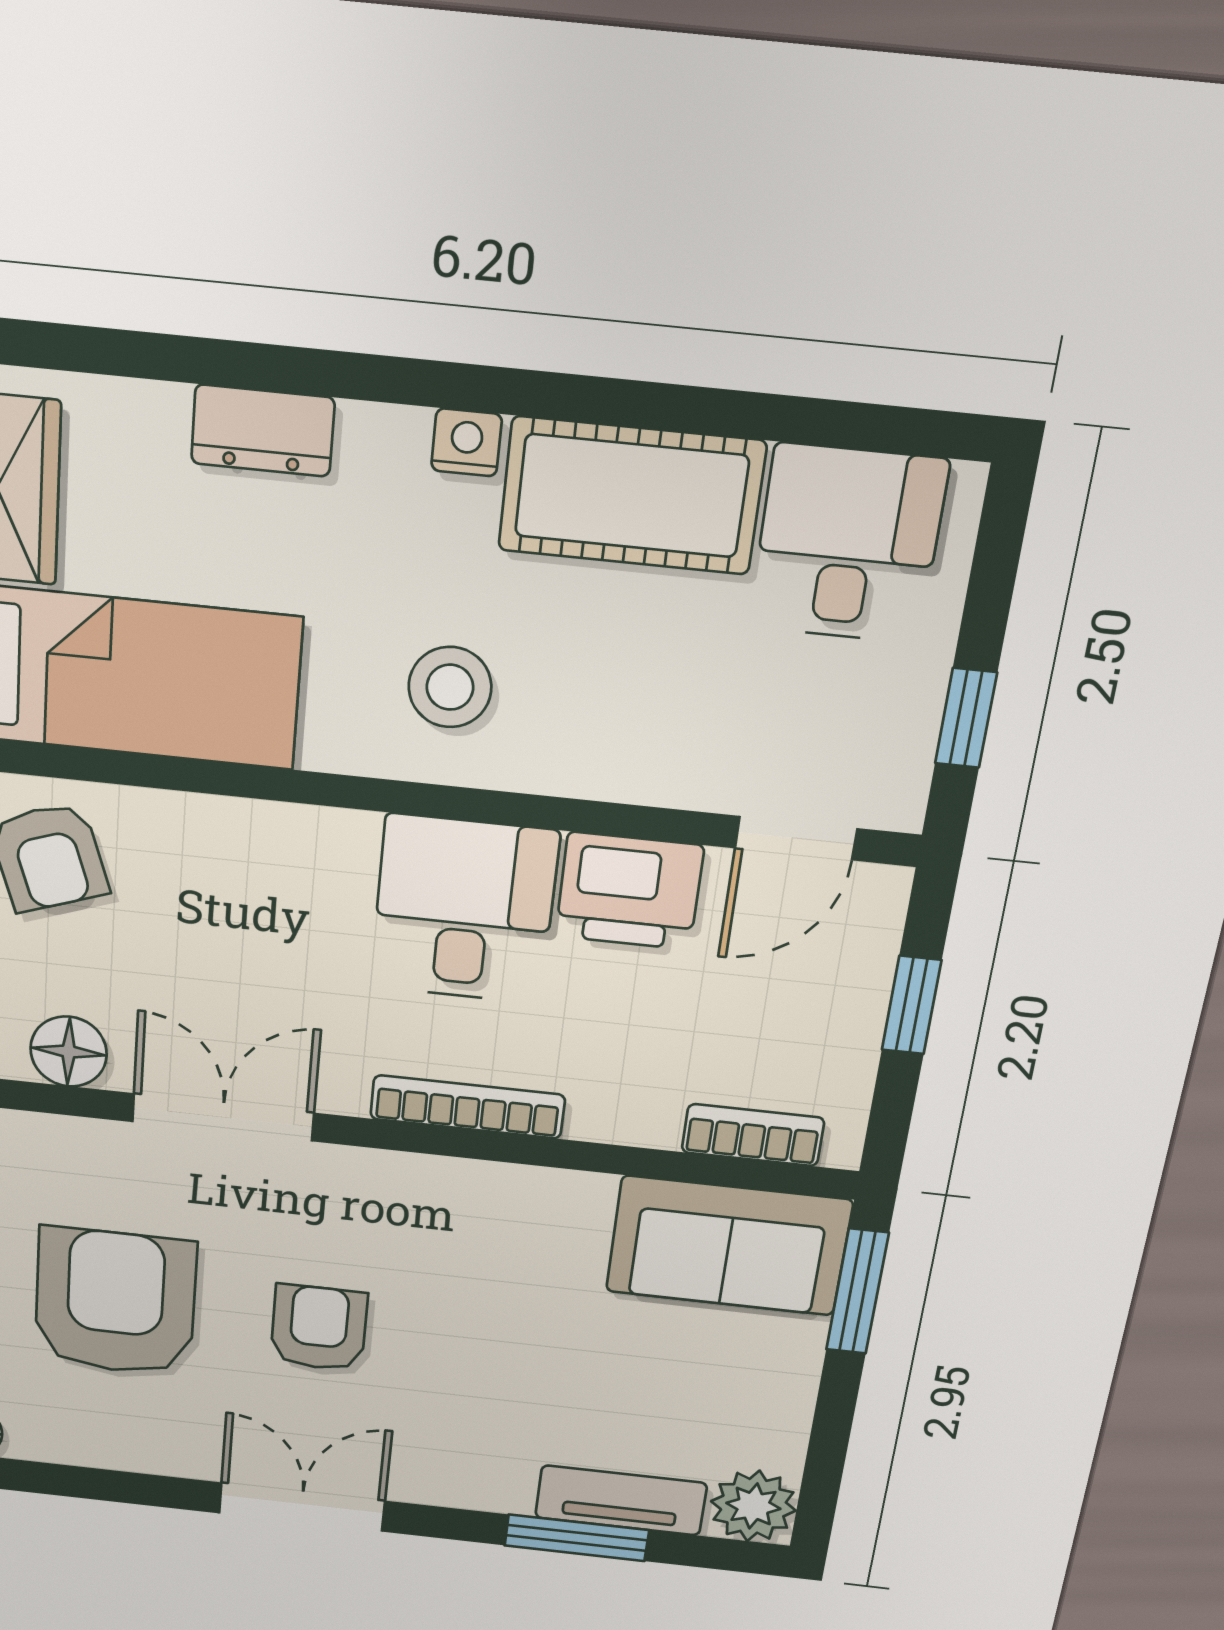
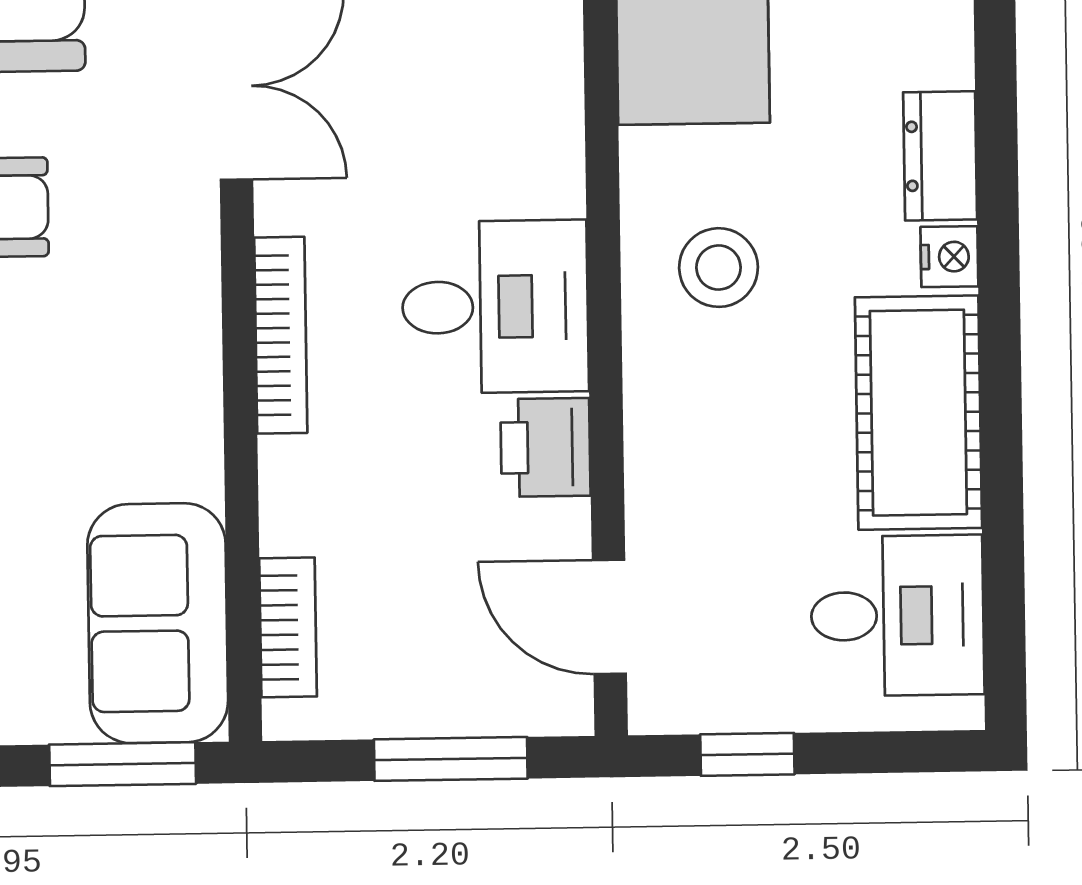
dresser: (263, 431) -> (940, 156), moved
printer: (629, 891) -> (545, 447), width x0.73, depth x0.81
window: (912, 1005) -> (451, 759), width x1.50

